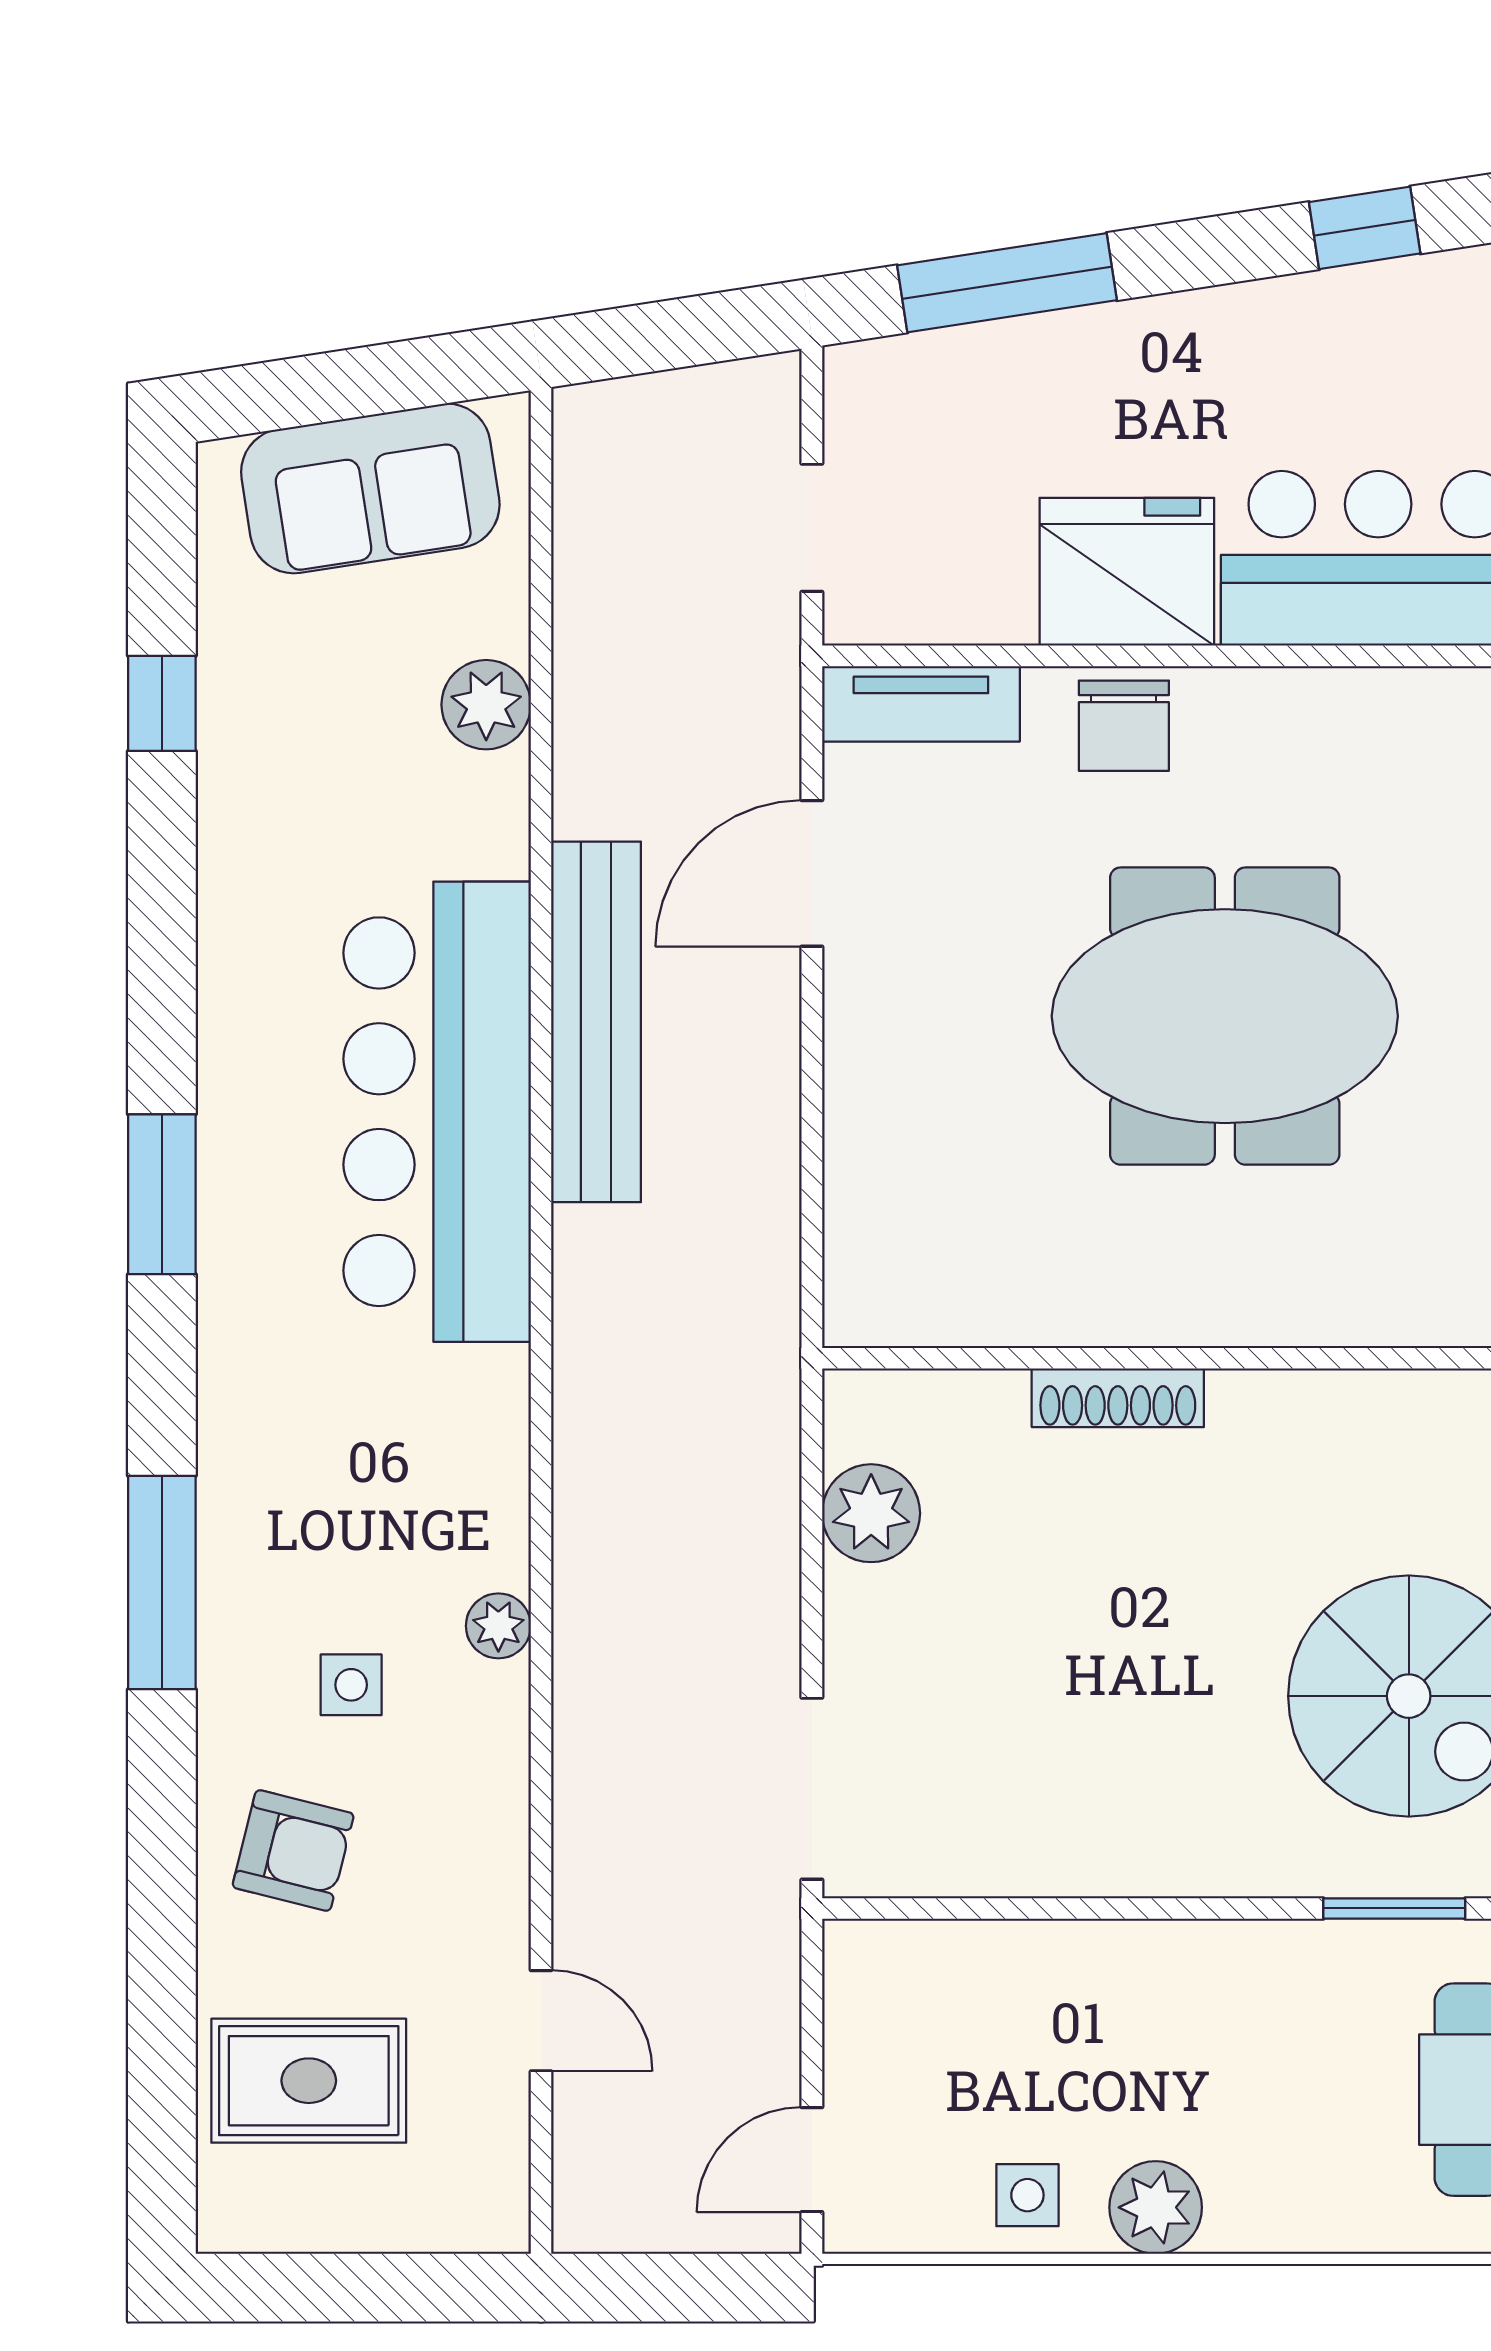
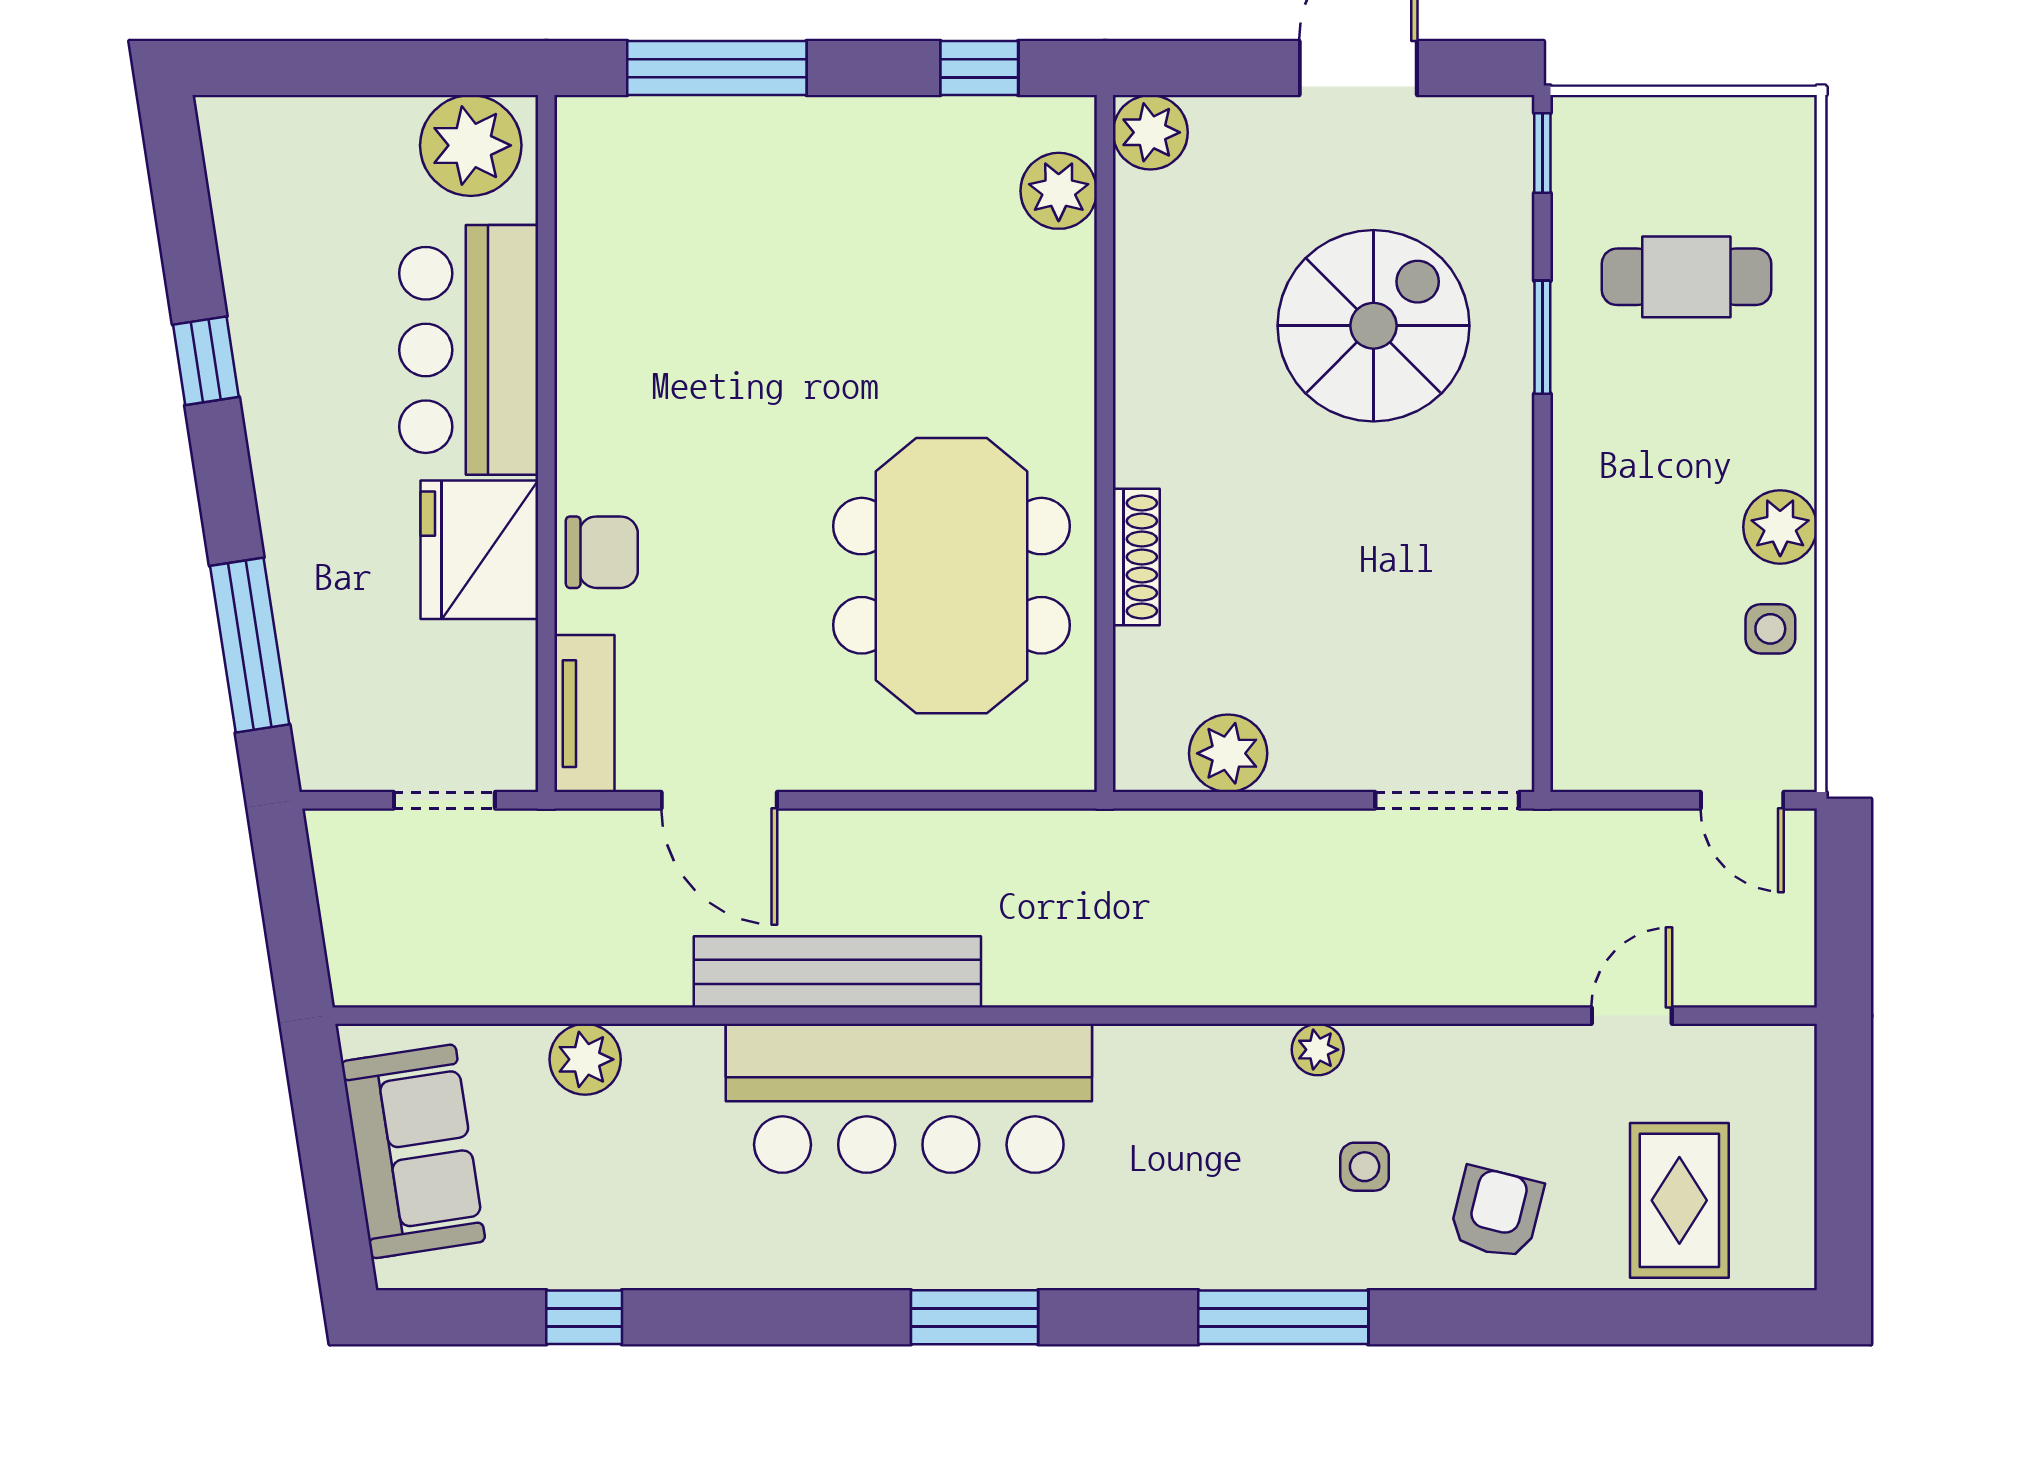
meeting table: (1225, 1016) -> (951, 576), moved

